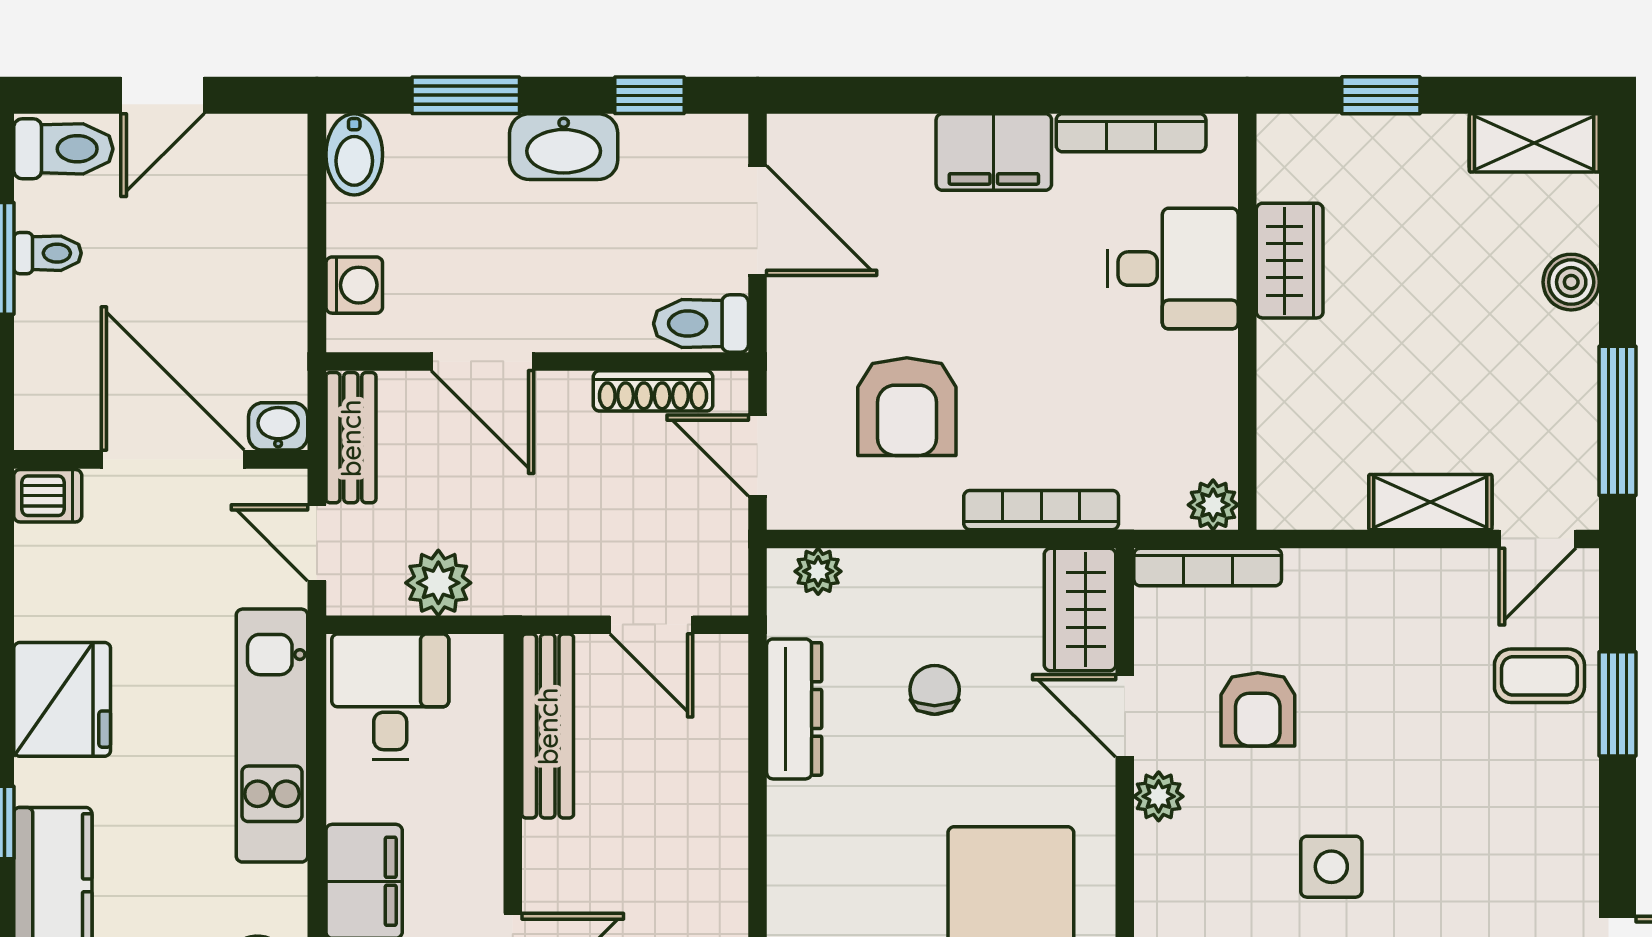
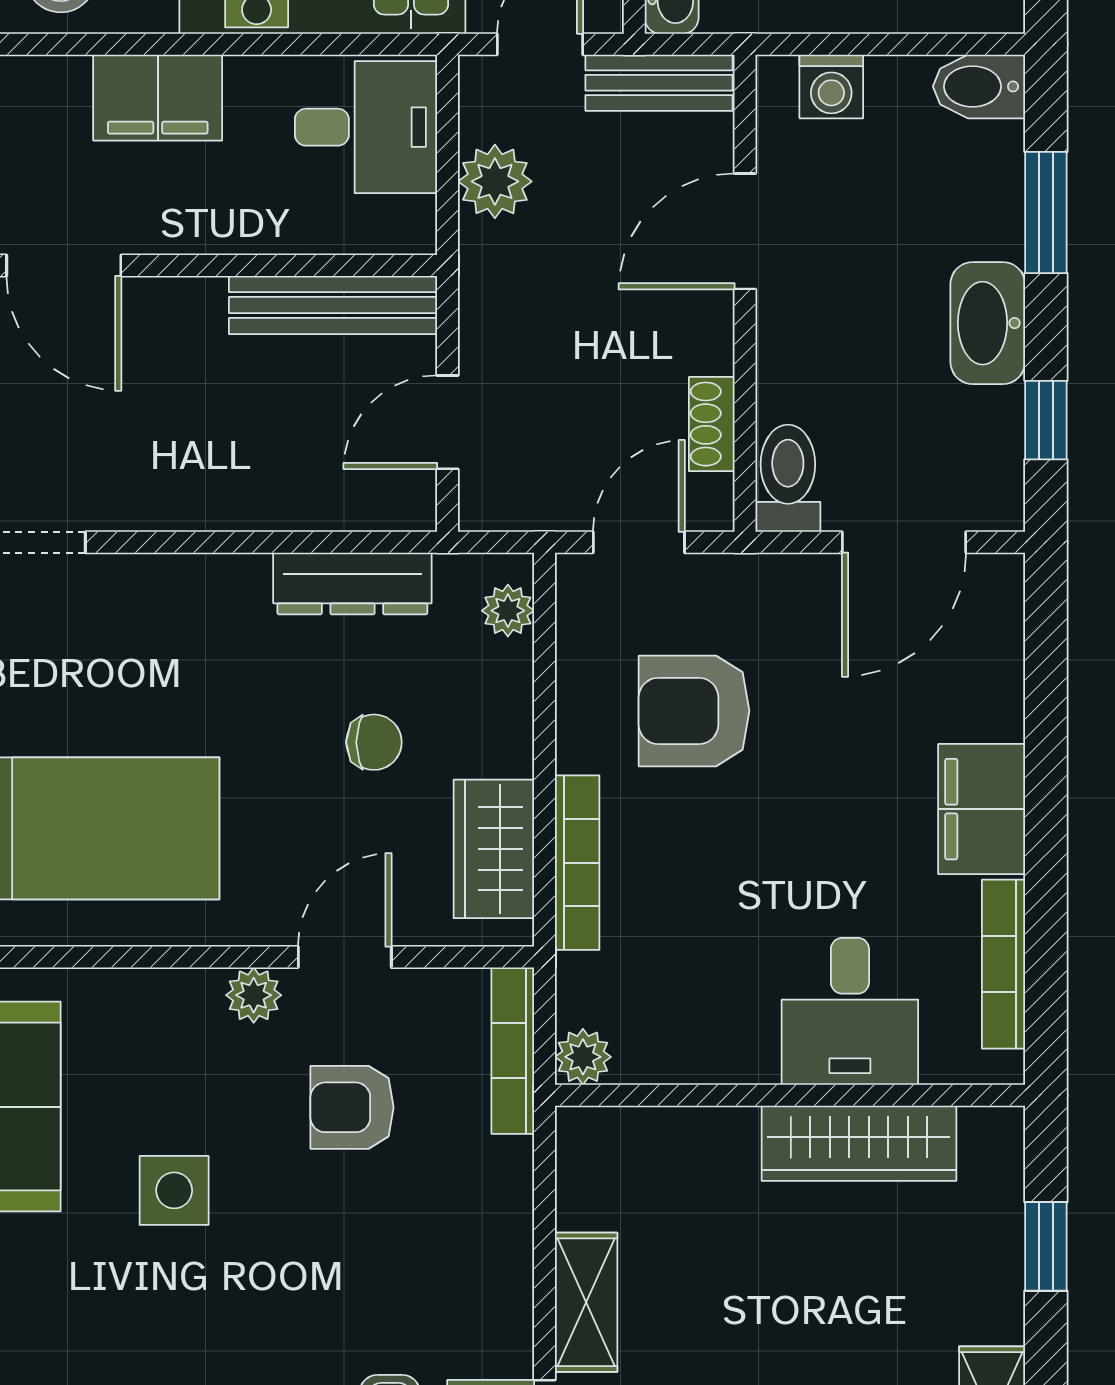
wardrobe: (1290, 261) -> (859, 1143), width x1.50
shoe rack: (653, 391) -> (712, 424), width x0.70
wardrobe: (1080, 610) -> (494, 849), moved, turned -90

